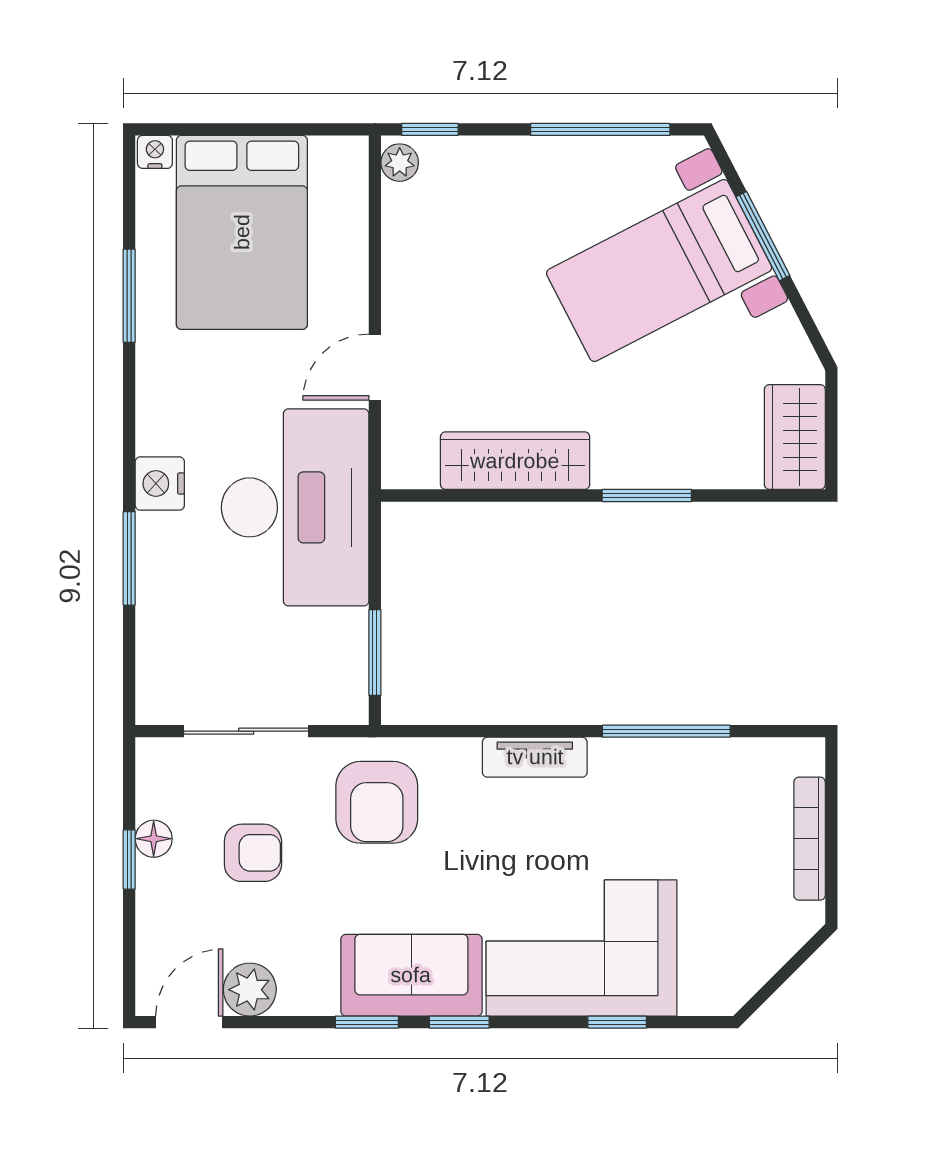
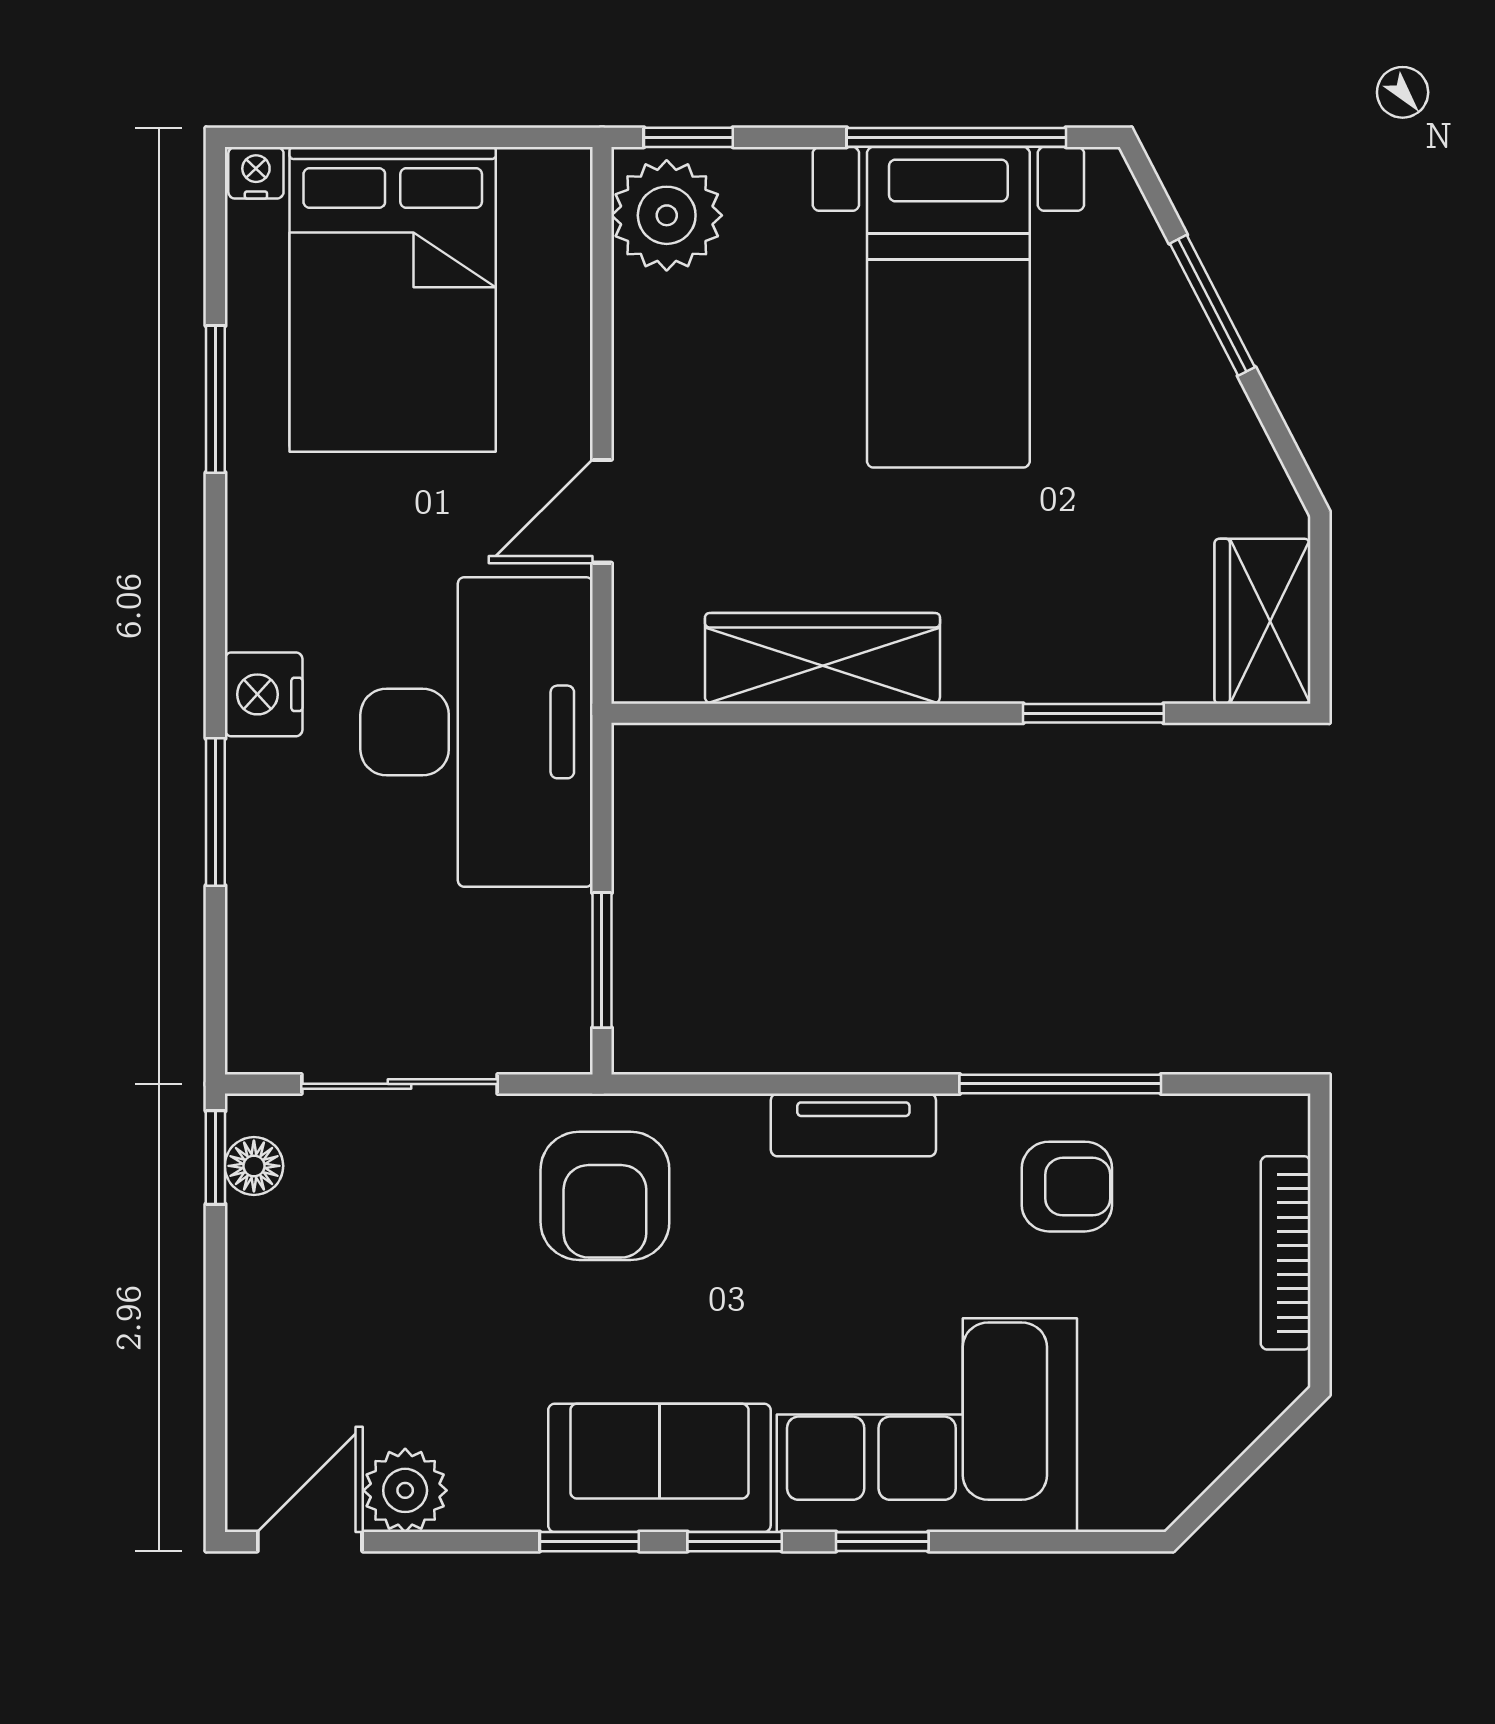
plant: (400, 163) -> (667, 215), width x1.88, depth x1.88
bed with nightstands: (659, 270) -> (948, 307), moved, turned -63
window: (647, 495) -> (1093, 713), moved
floor lamp: (154, 839) -> (254, 1166), moved
armchair: (253, 853) -> (1067, 1187), moved
window: (129, 859) -> (215, 1158), moved
window: (617, 1022) -> (882, 1542), moved

